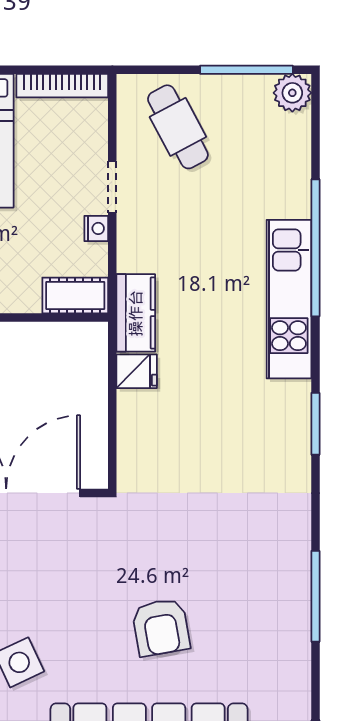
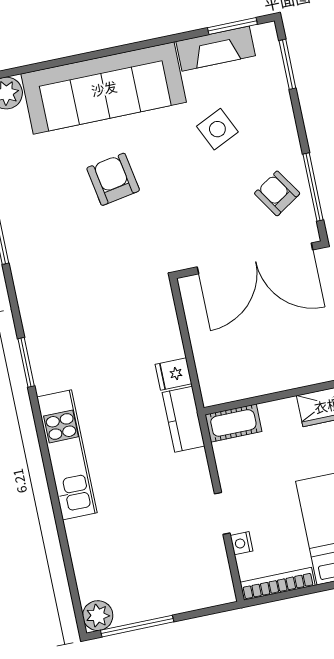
cafe table: (178, 127) -> (181, 571), removed
nightstand: (96, 228) -> (242, 543), moved
window: (315, 248) -> (55, 499), removed

